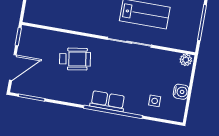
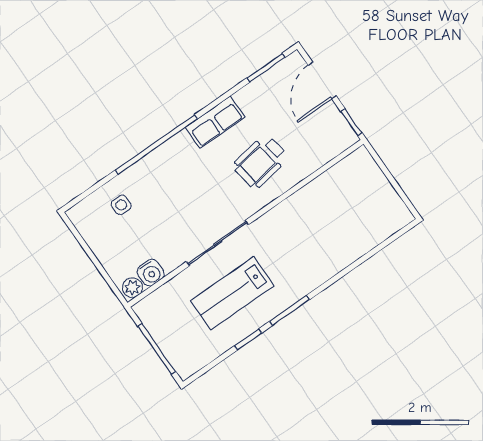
water cooler: (181, 92) -> (151, 273), moved, turned -90
row of seats: (108, 101) -> (215, 122), moved

